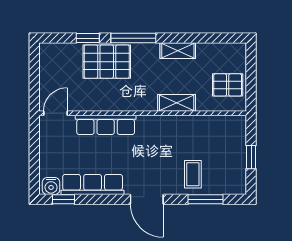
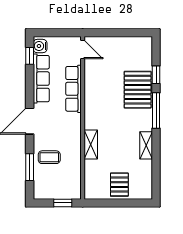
shelving: (177, 103) -> (91, 144), moved
door: (55, 113) -> (83, 49), moved
wall: (143, 113) -> (83, 118), moved
row of seats: (106, 125) -> (74, 89), moved

